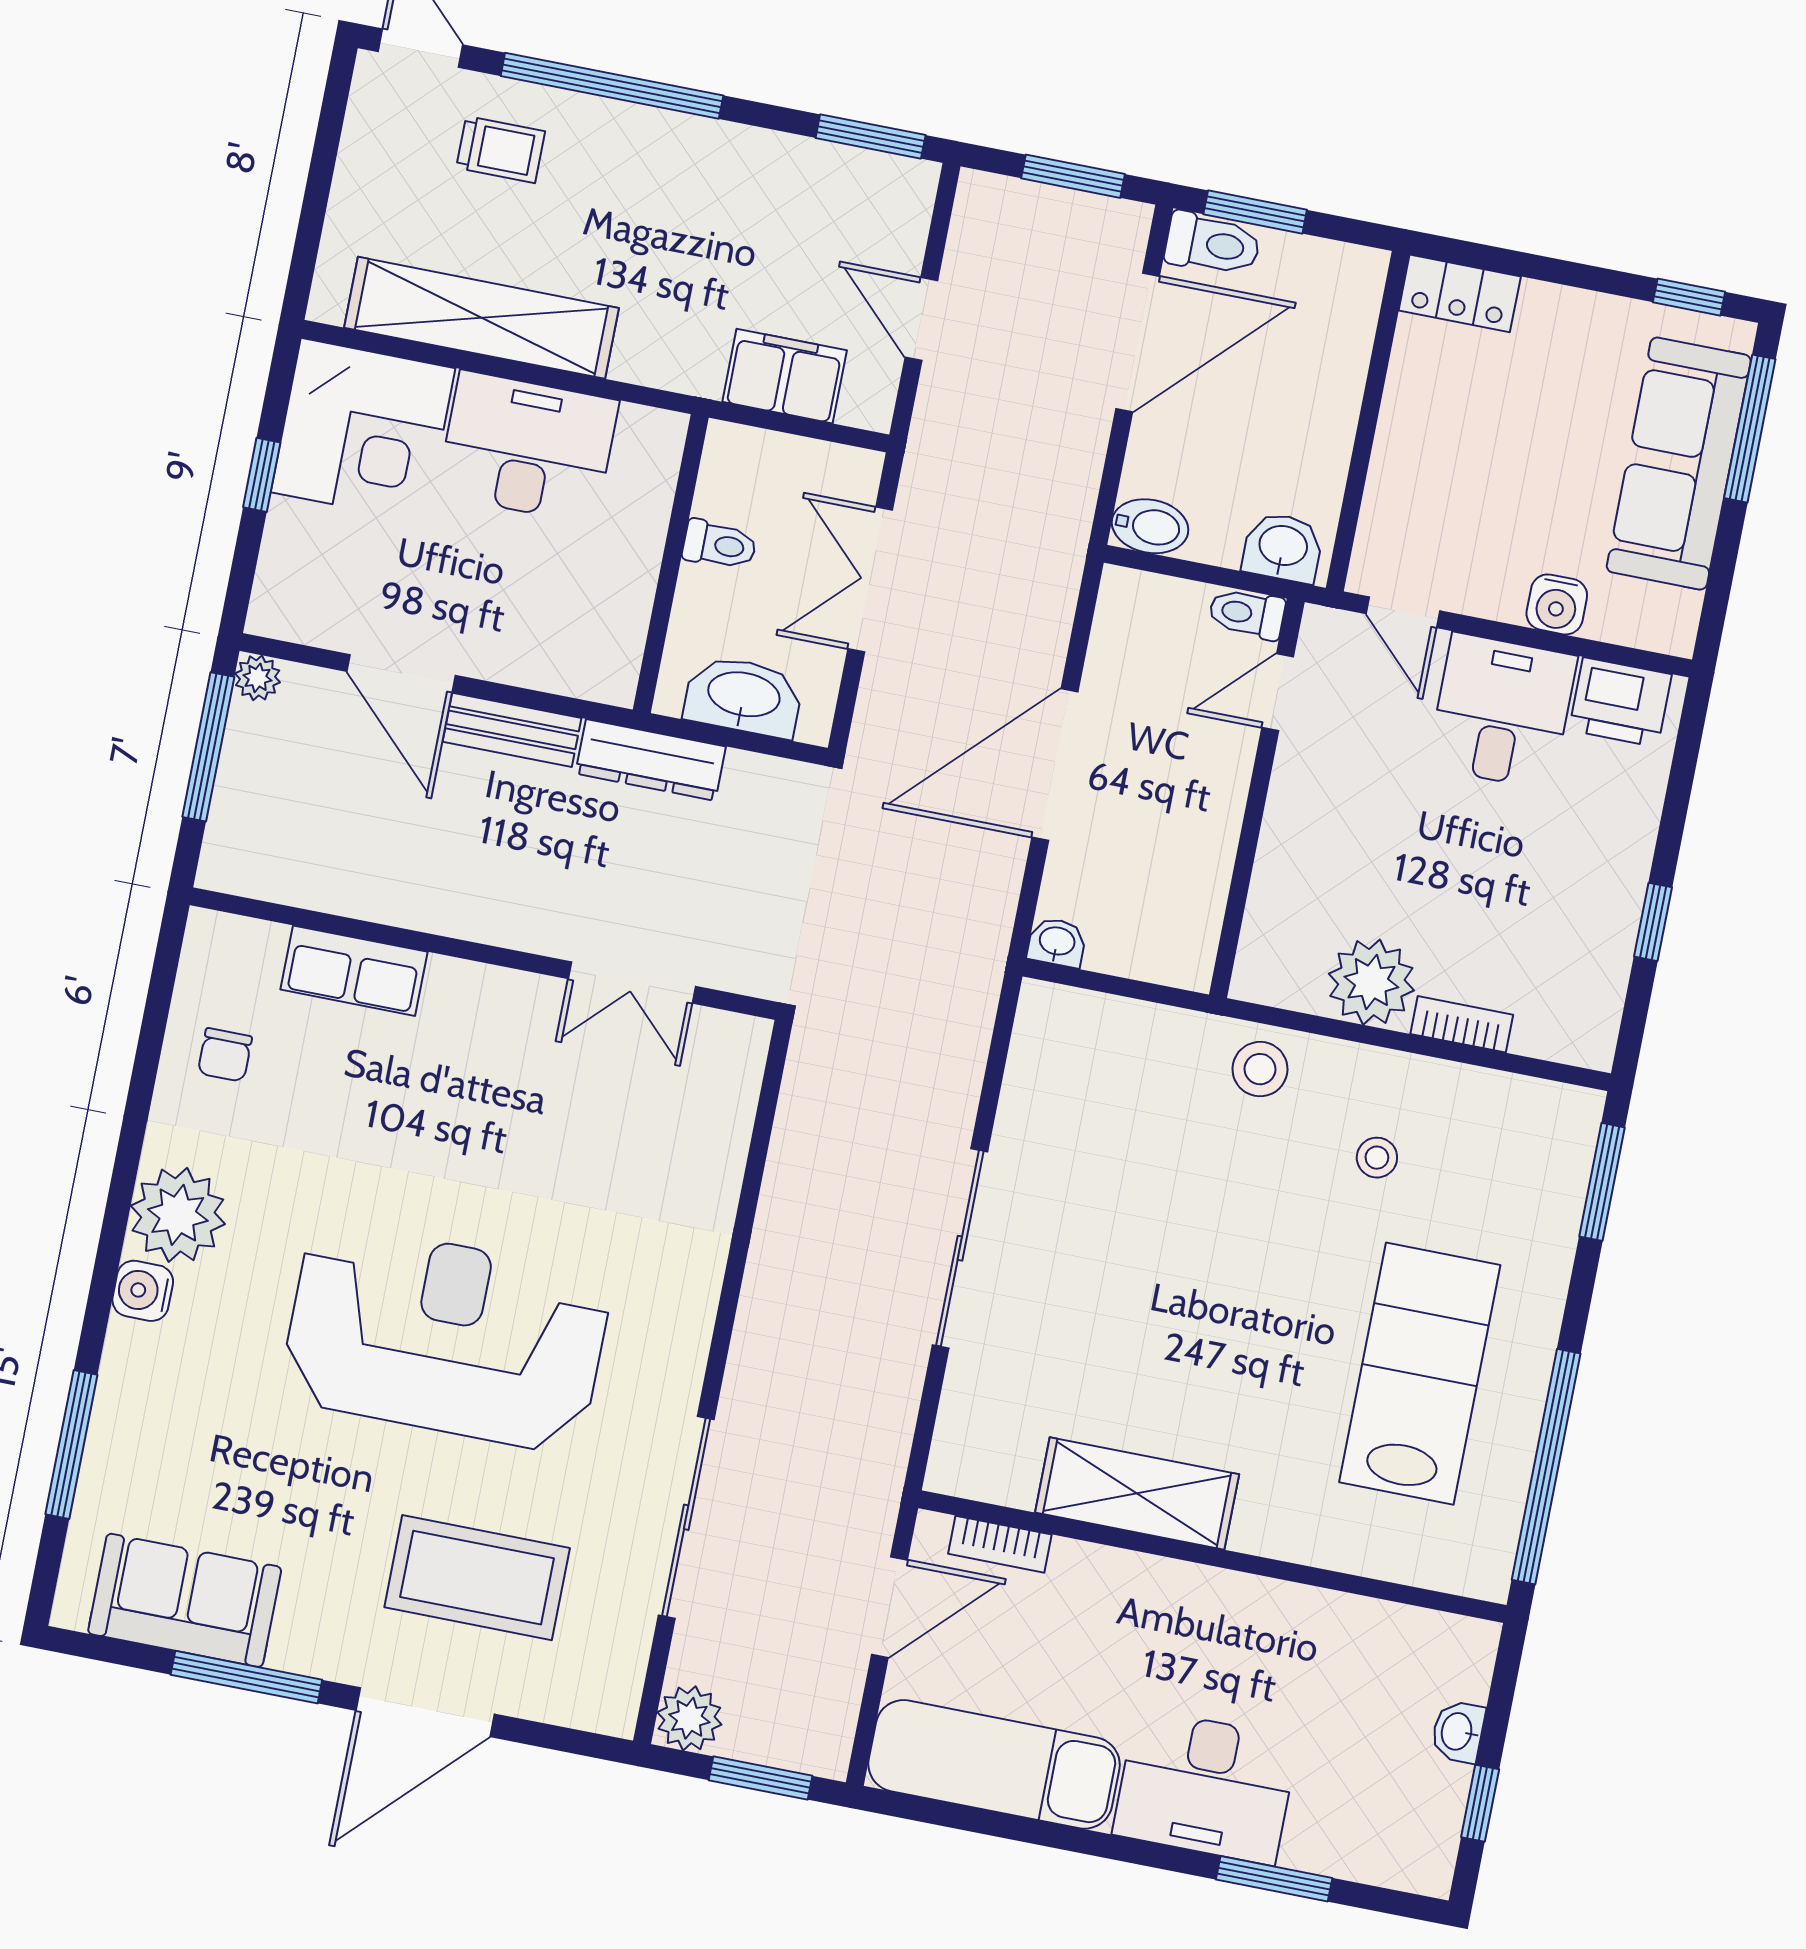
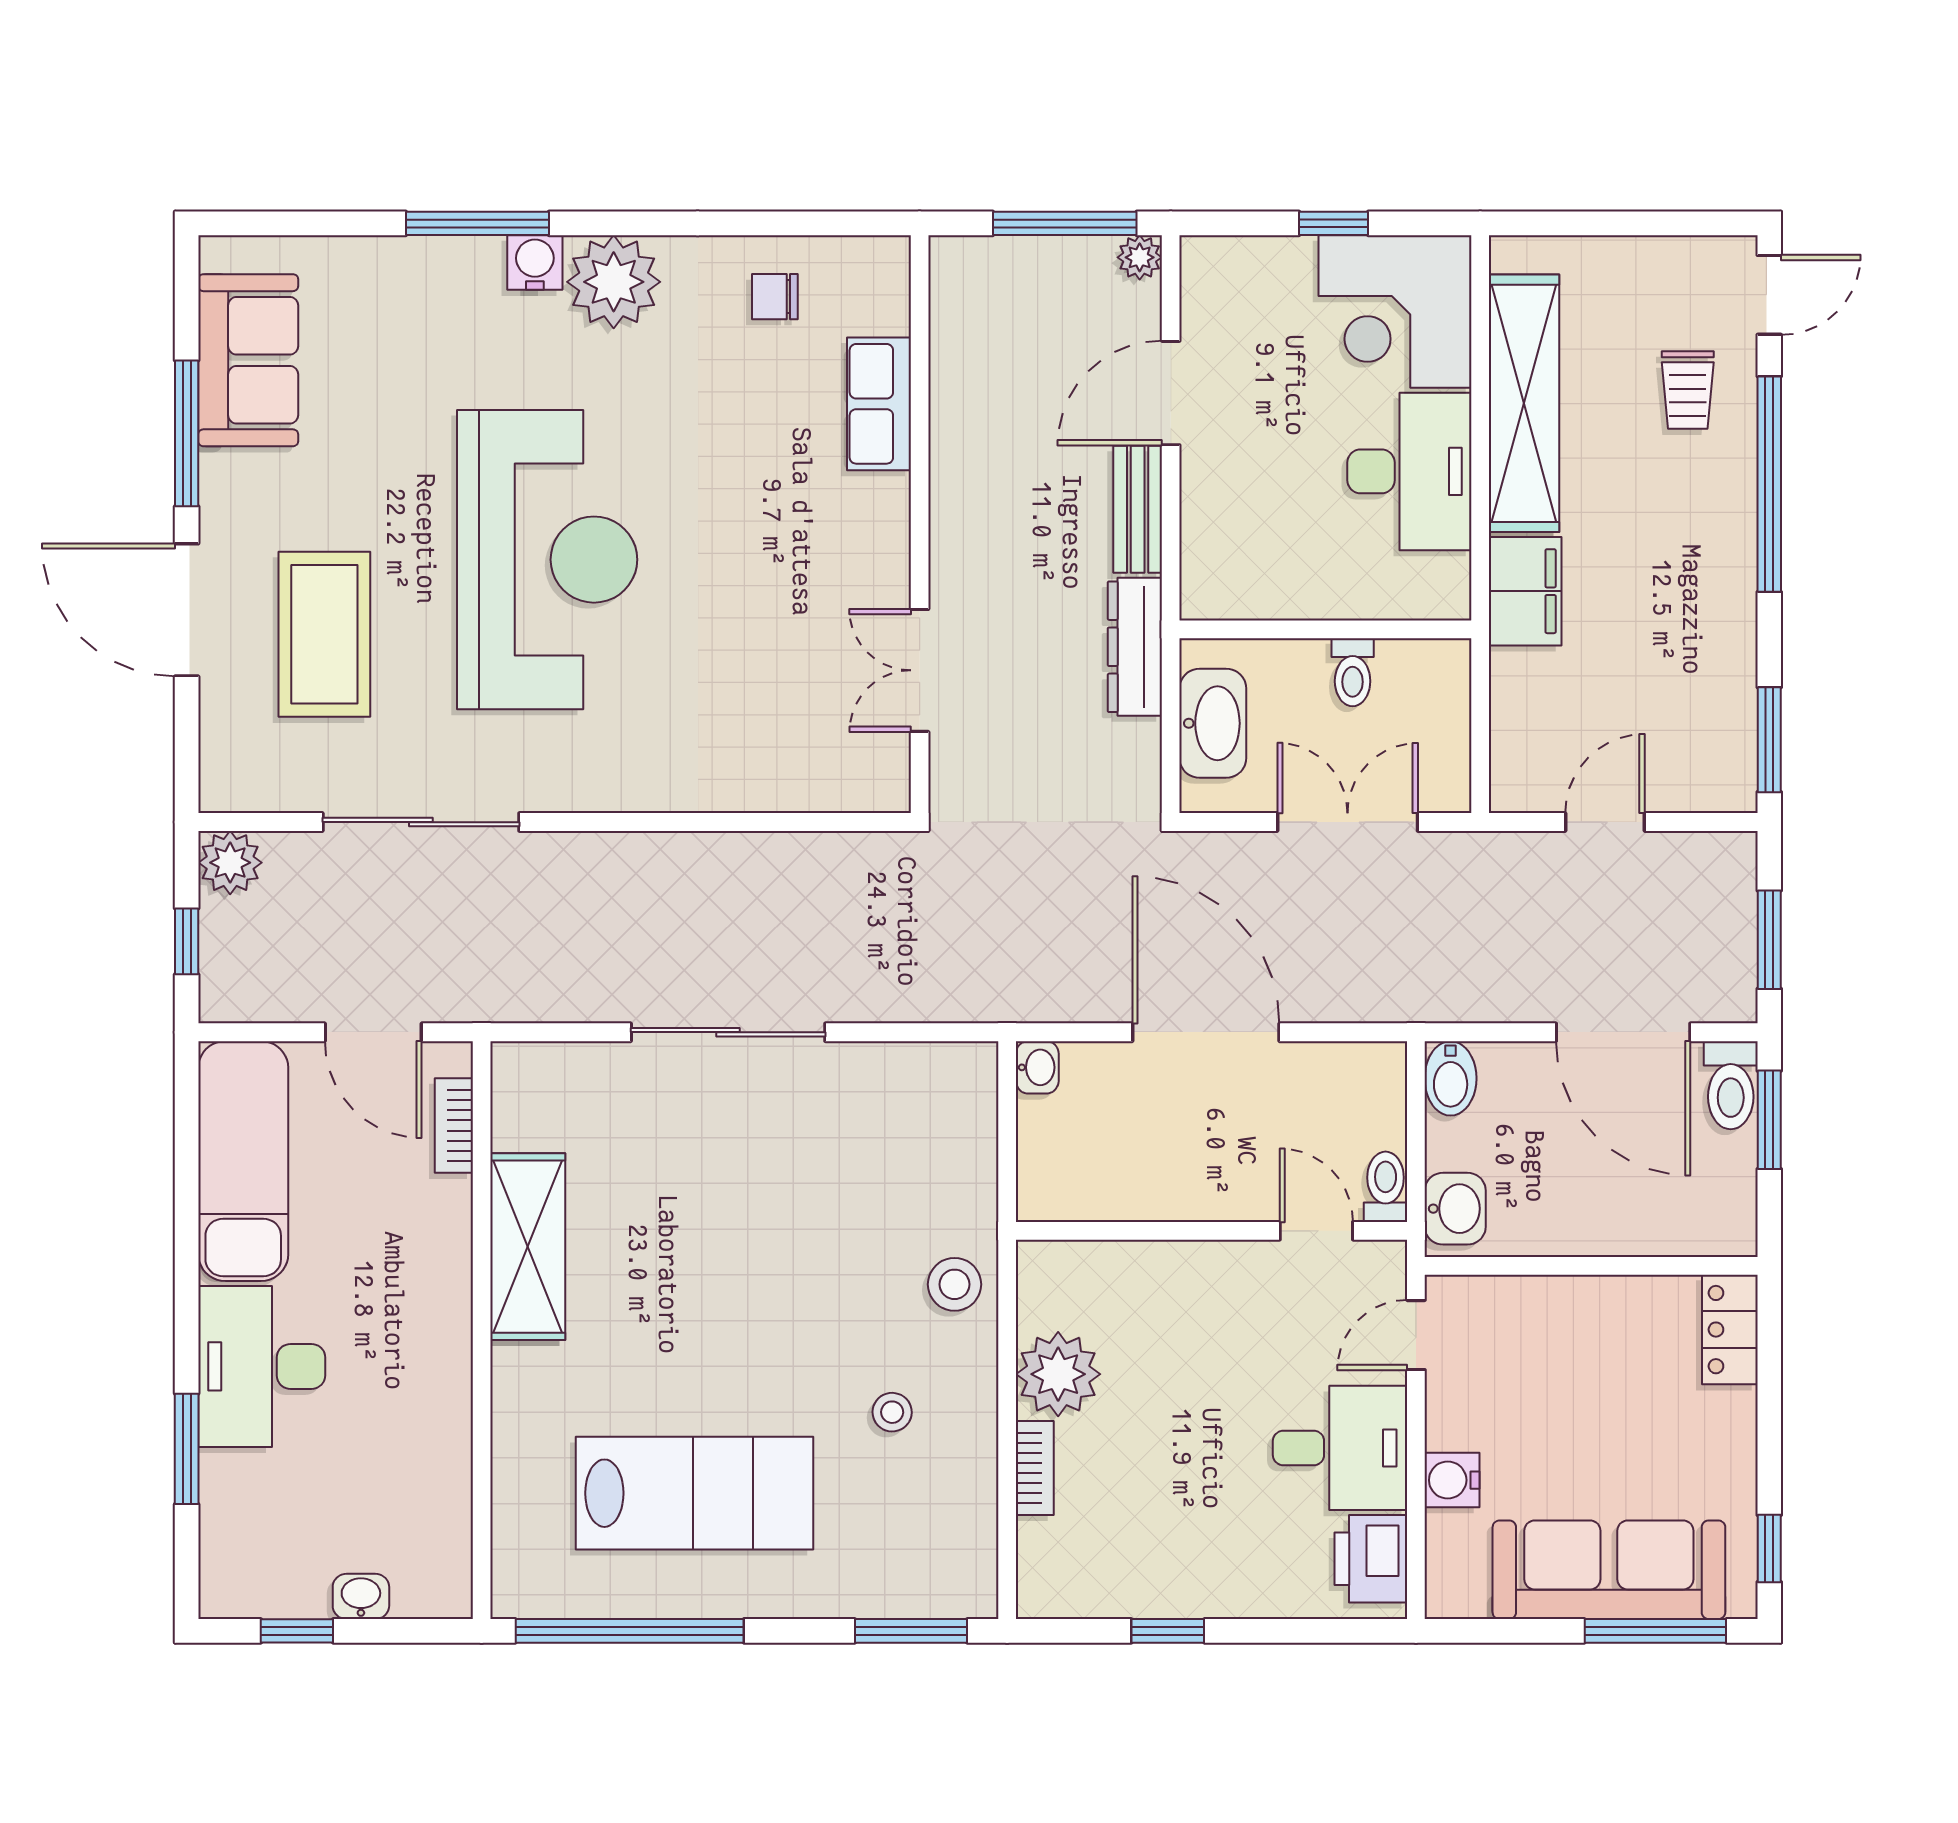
filing cabinet: (785, 376) -> (1525, 591), moved
window: (71, 1444) -> (477, 223), moved
window: (761, 1778) -> (187, 941), width x0.67

